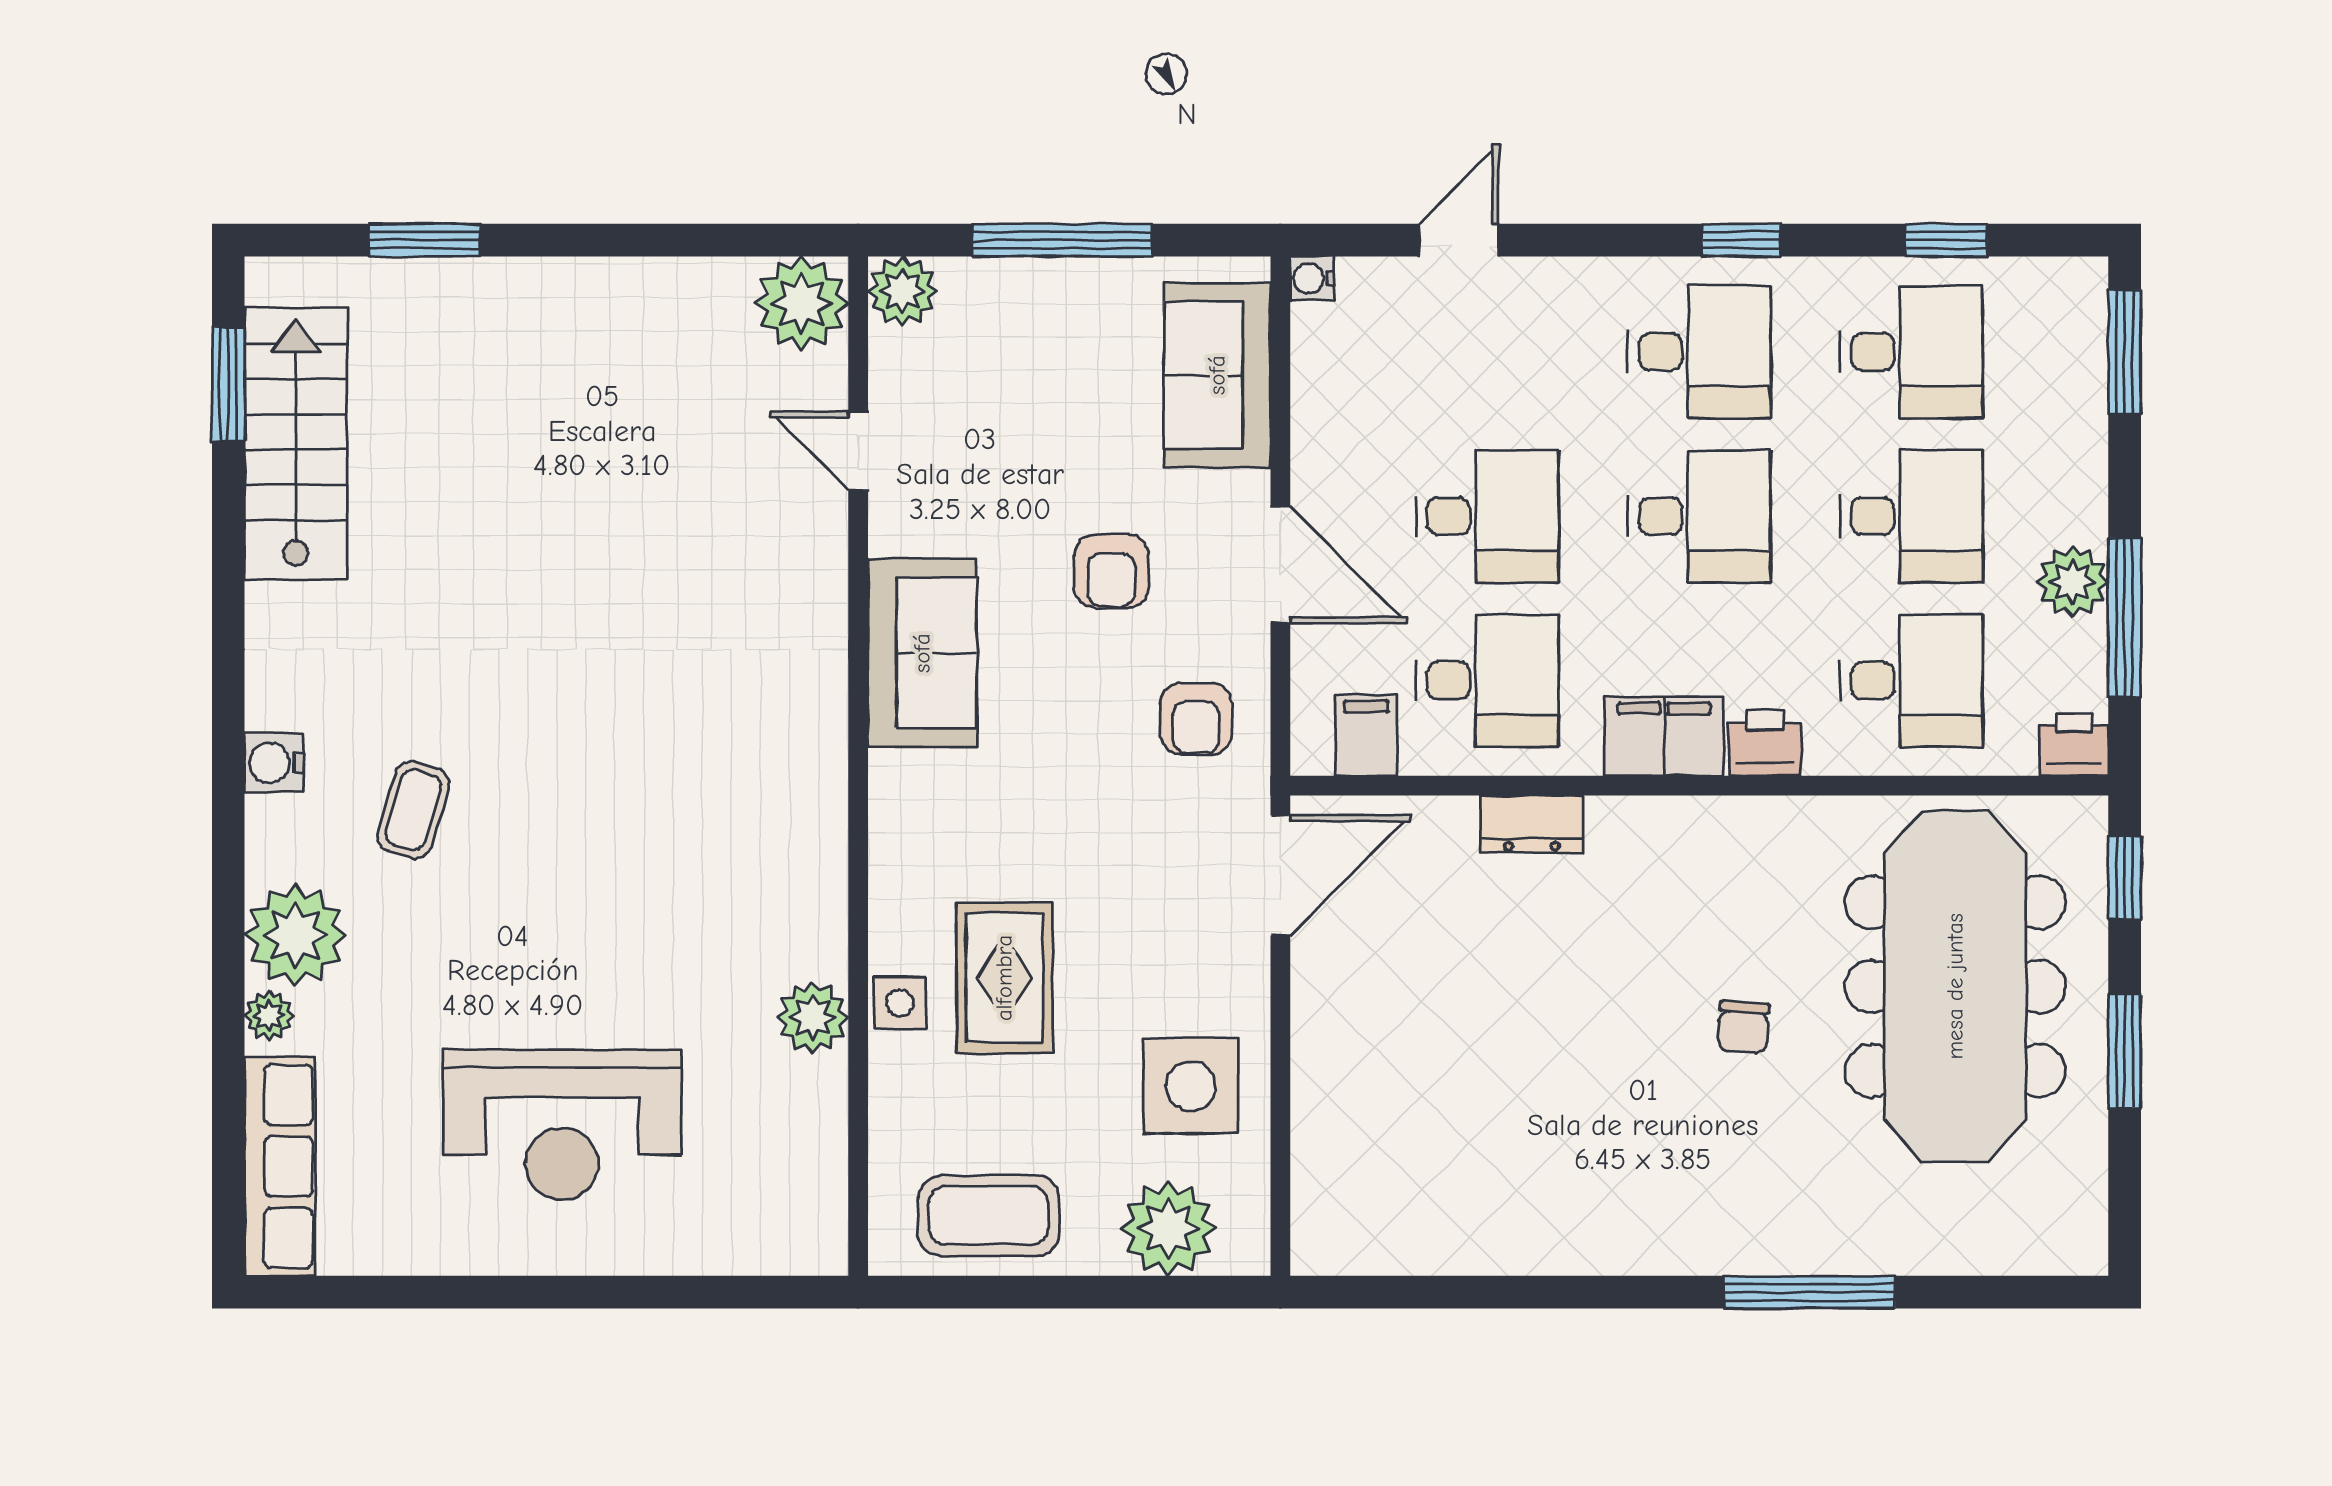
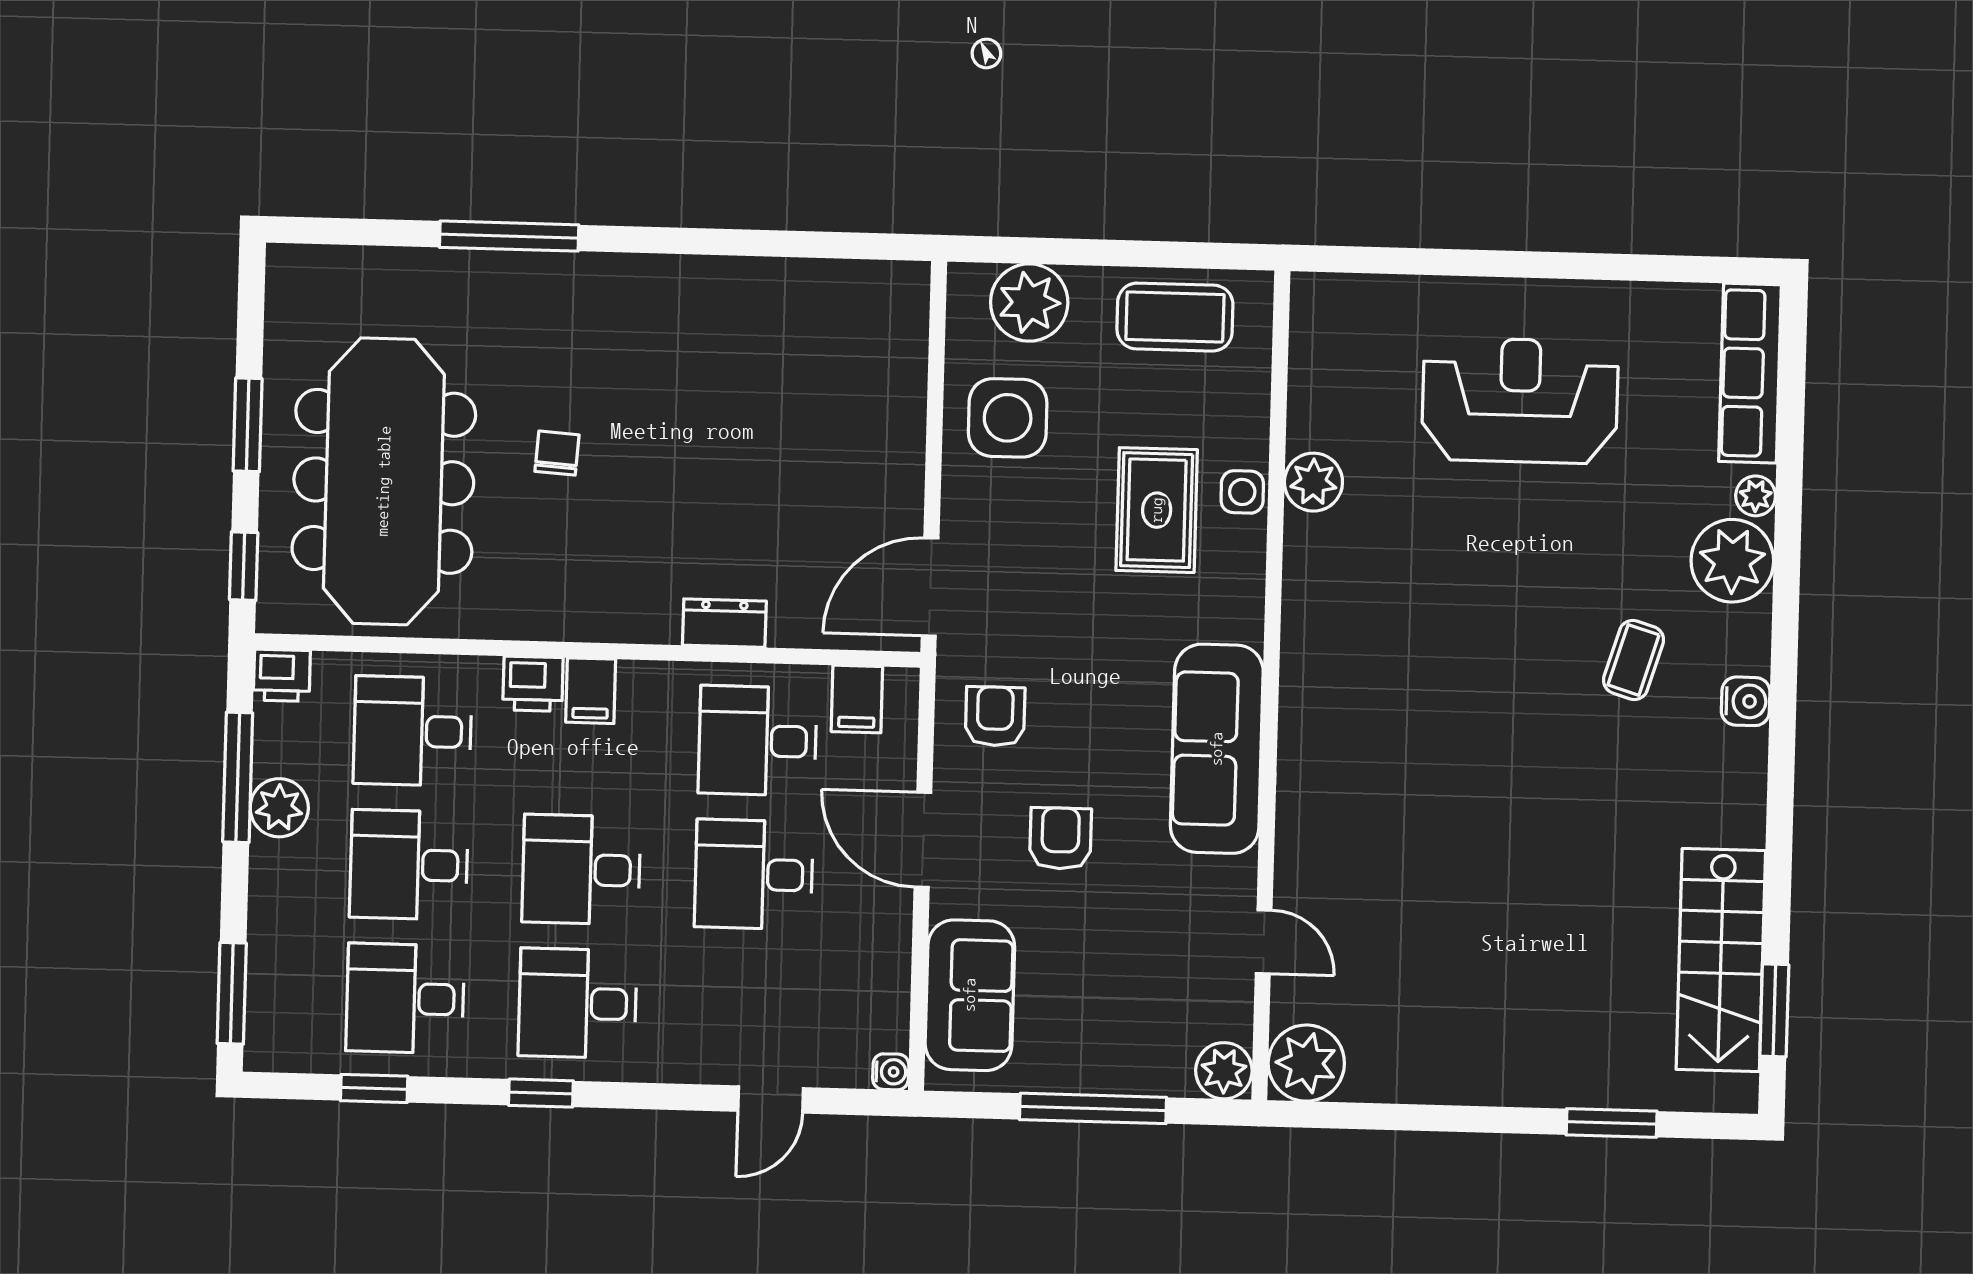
sofa: (922, 653) -> (1217, 749), width x1.36
filing cabinet: (1664, 736) -> (591, 691), width x0.50

